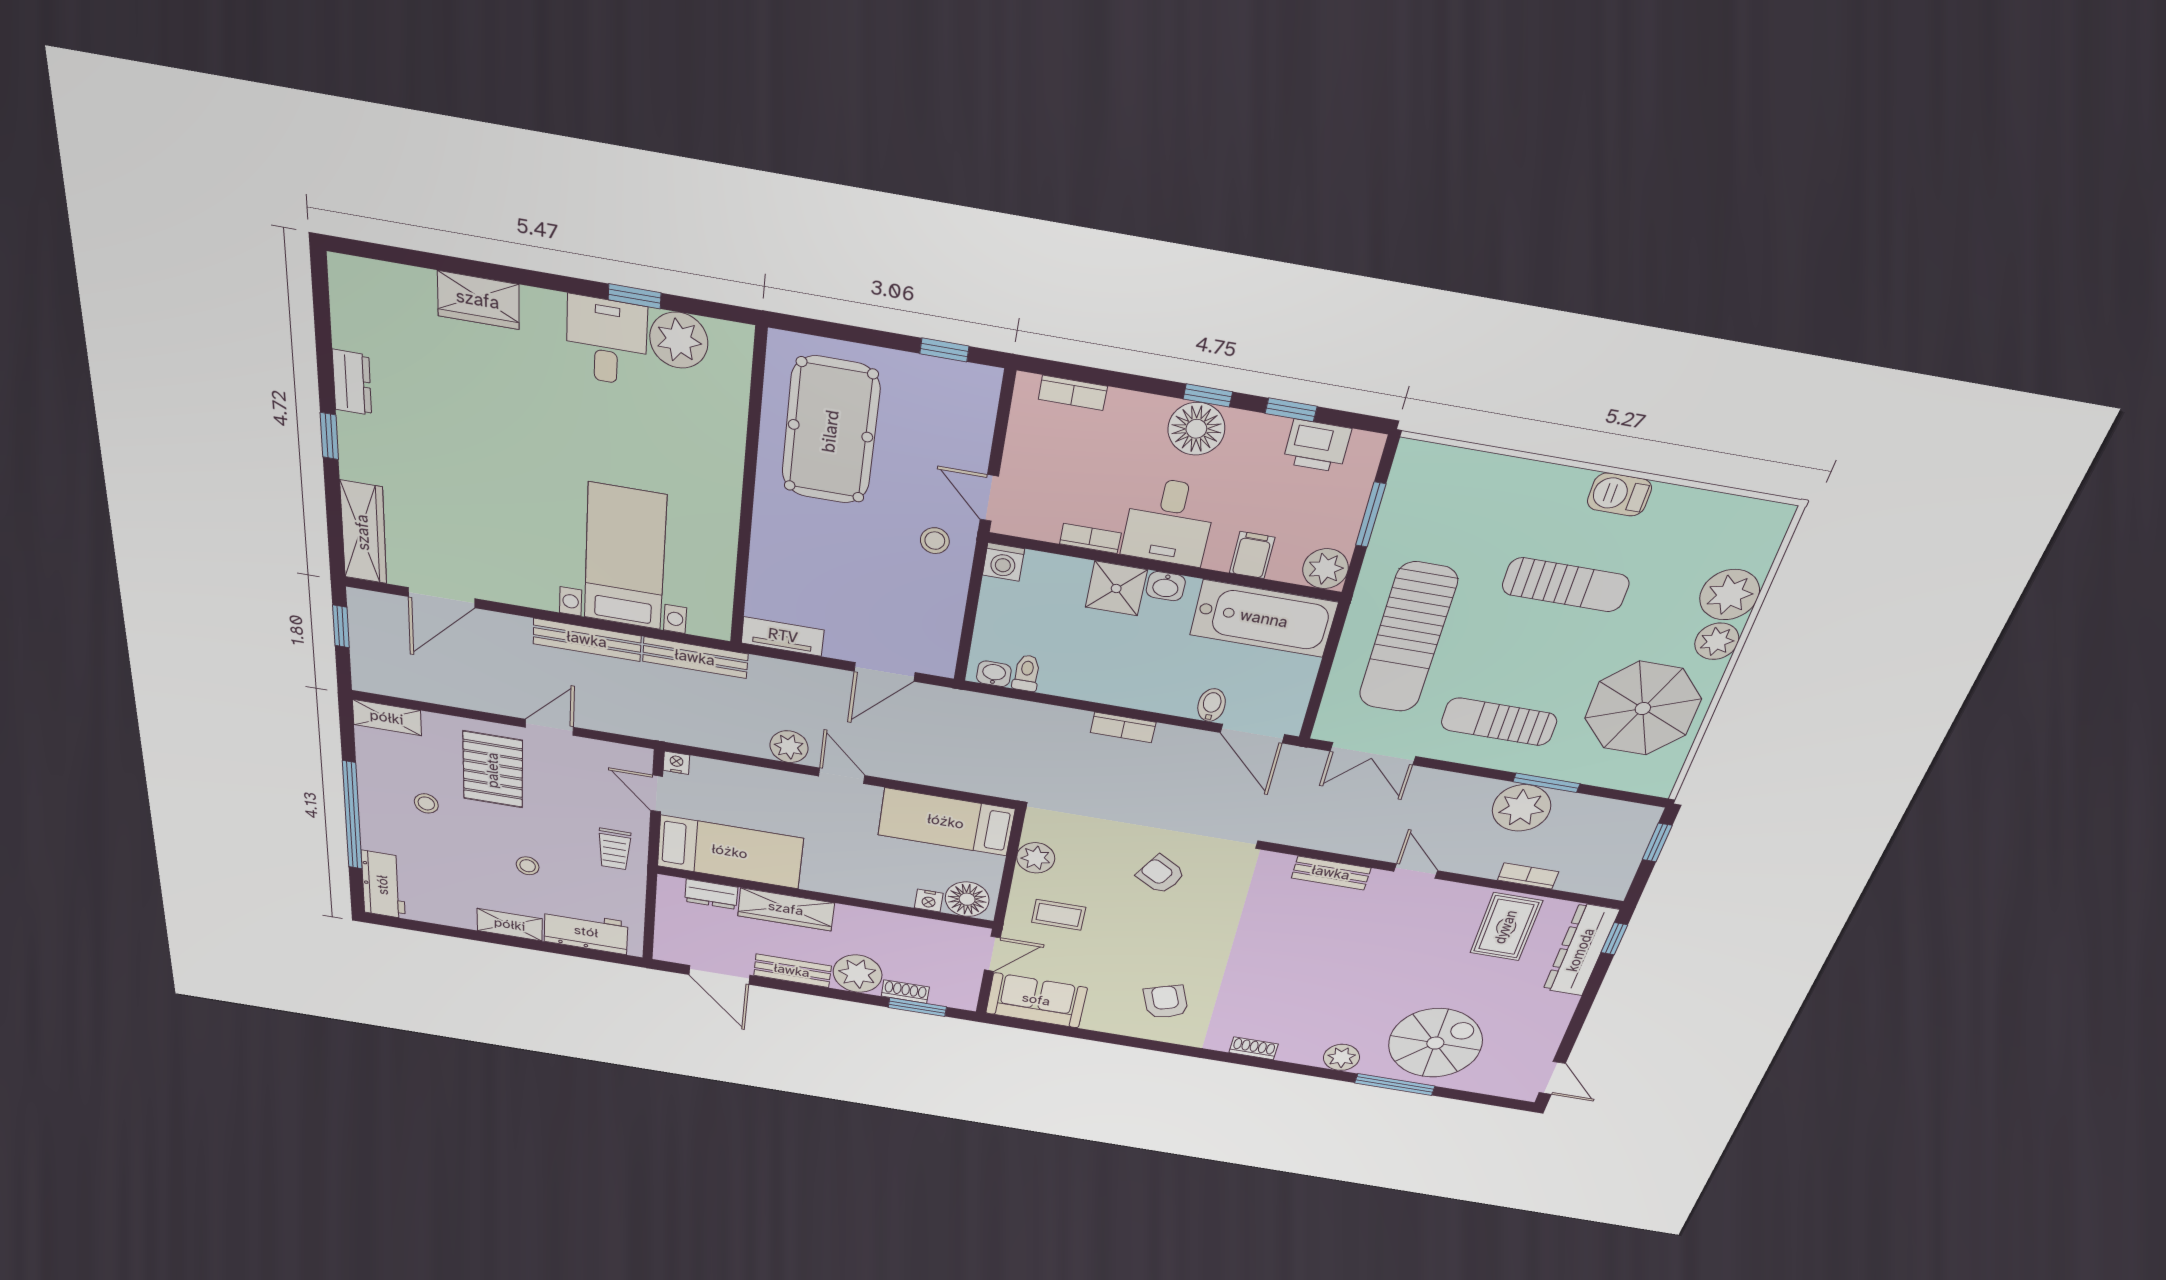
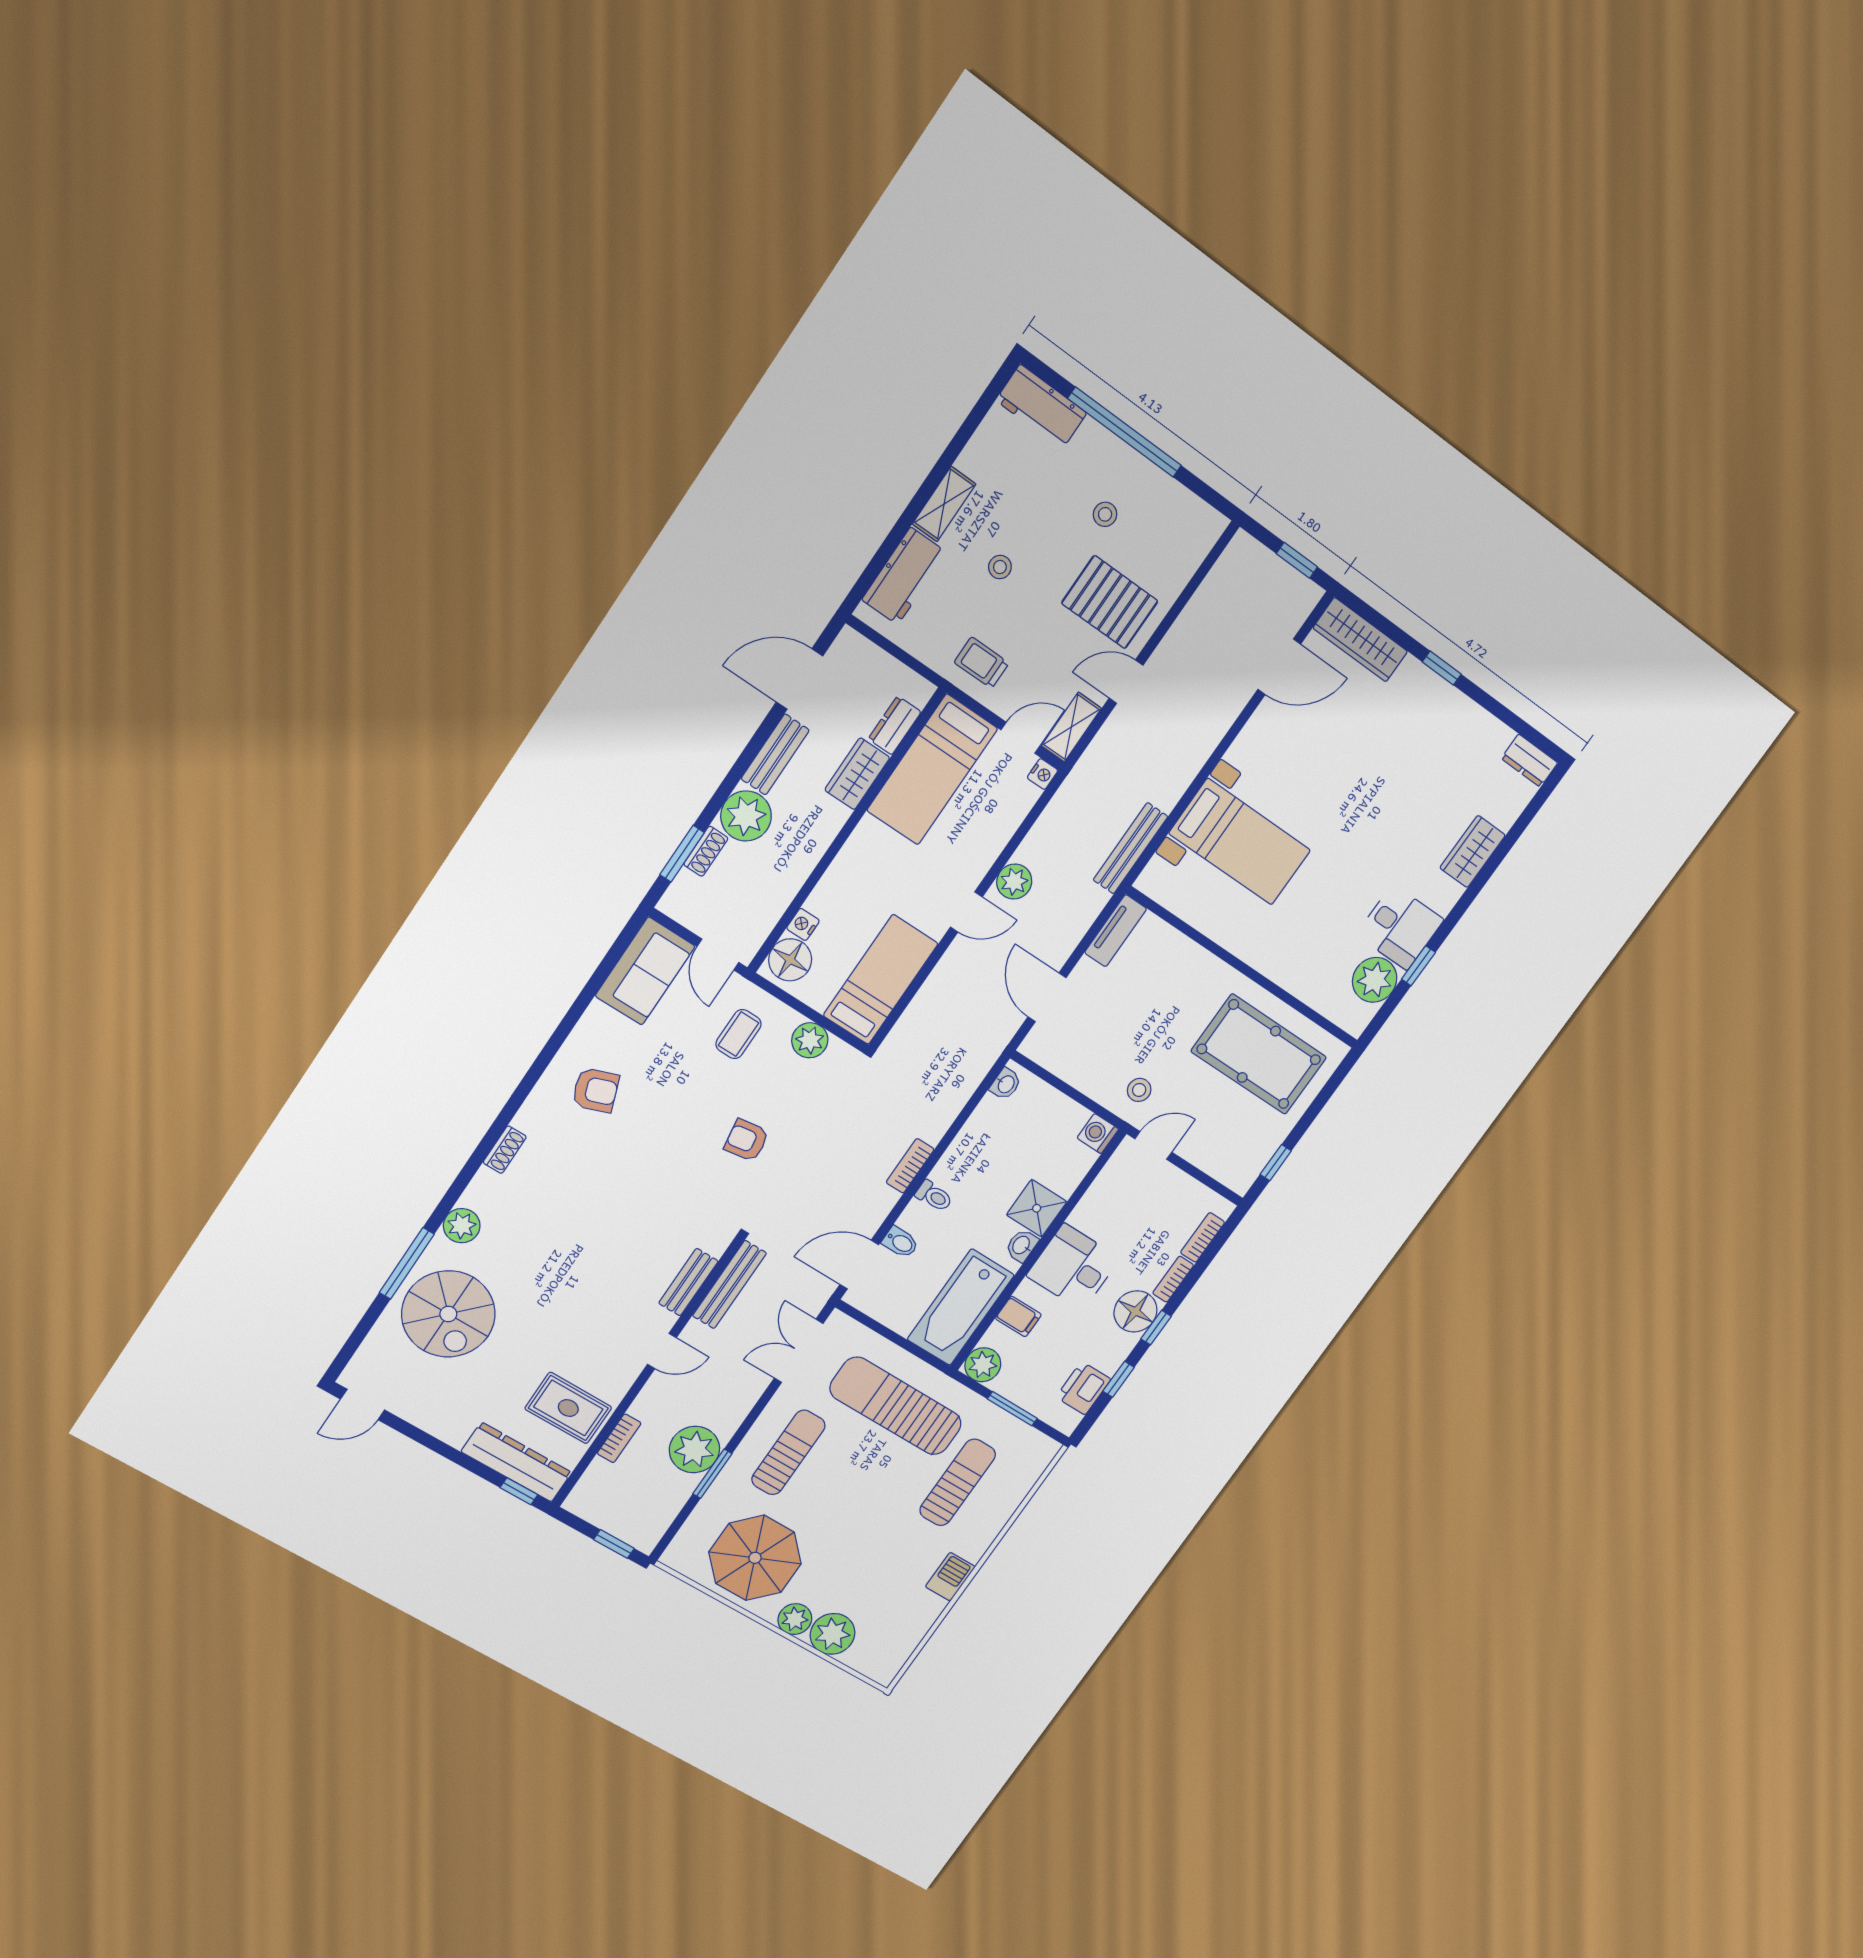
dresser: (352, 382) -> (1529, 761), moved
bookcase: (1090, 538) -> (1173, 1279), moved, turned 180
sun lounger: (1566, 585) -> (958, 1482), moved, turned 180
door: (442, 598) -> (1279, 667), swing flipped
bench: (587, 640) -> (729, 1285), moved
toilet: (1027, 673) -> (934, 1196), moved
shelving: (387, 718) -> (1071, 727), moved
door: (549, 727) -> (1126, 682), swing flipped
armchair: (1161, 874) -> (747, 1140), turned -130
wardrobe: (786, 909) -> (857, 774), width x0.67

